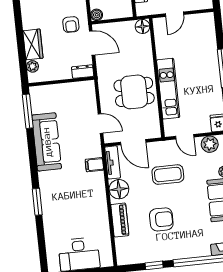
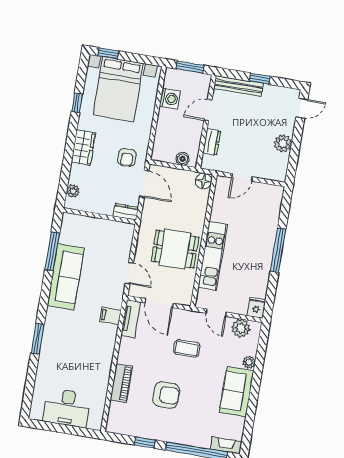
boiler: (97, 15) -> (183, 159), moved
wardrobe: (33, 44) -> (83, 148), moved
window: (28, 111) -> (52, 251), moved
coffee table: (168, 175) -> (187, 348), width x0.73, depth x0.77
floor lamp: (119, 189) -> (130, 350), removed

